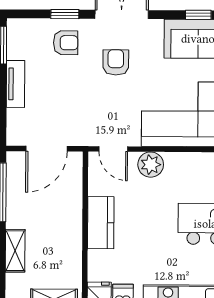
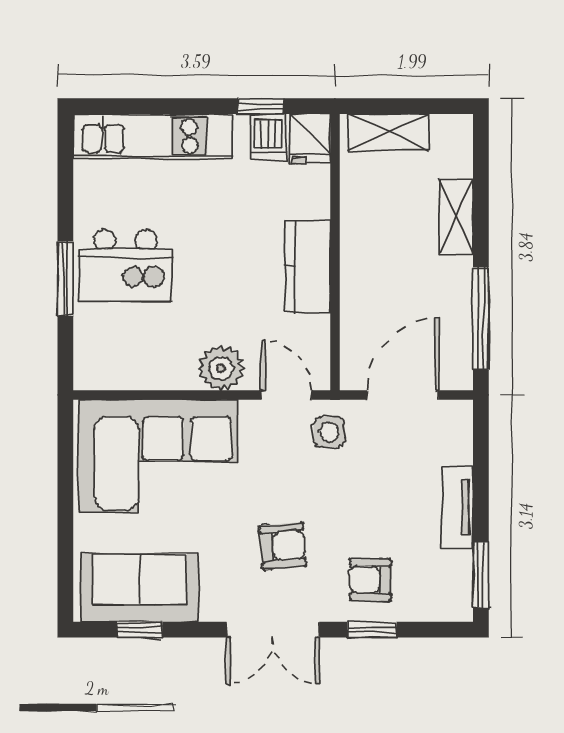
armchair: (116, 62) -> (283, 546), turned -95
side table: (89, 128) -> (329, 432), added

